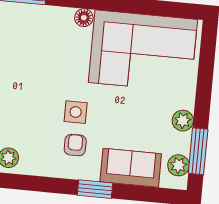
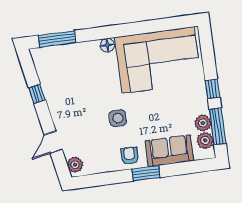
window: (203, 103) -> (213, 89), added
plant: (183, 121) -> (203, 123), moved
armchair: (75, 145) -> (129, 156), moved

